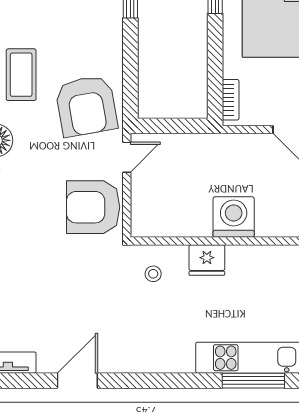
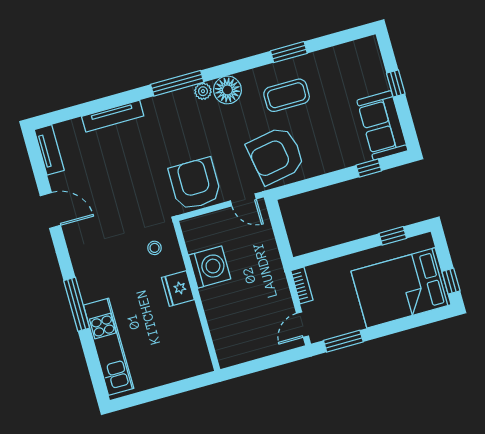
bookcase: (231, 100) -> (302, 285), moved, turned -90
washing machine: (234, 217) -> (210, 267), moved
window: (253, 381) -> (77, 304), moved

